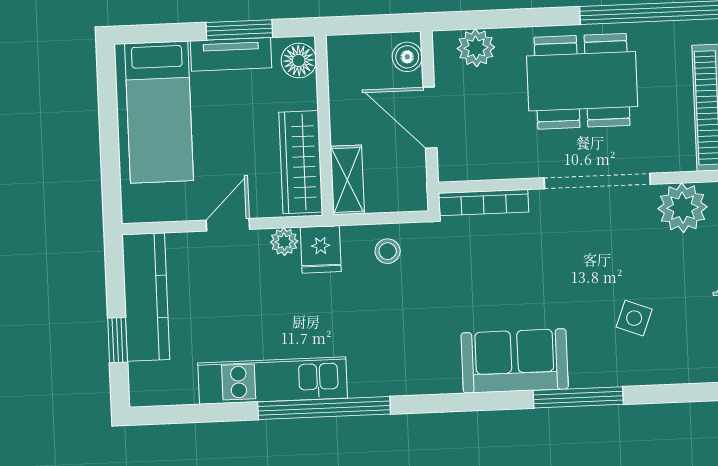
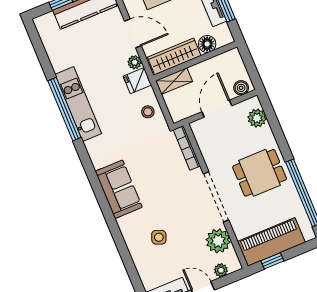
floor lamp: (299, 60) -> (207, 44), moved
dining table: (582, 81) -> (260, 173), width x0.73
door: (228, 225) -> (133, 33), width x1.38
kitchen unit: (273, 381) -> (78, 104), moved
window: (578, 397) -> (113, 225), removed

